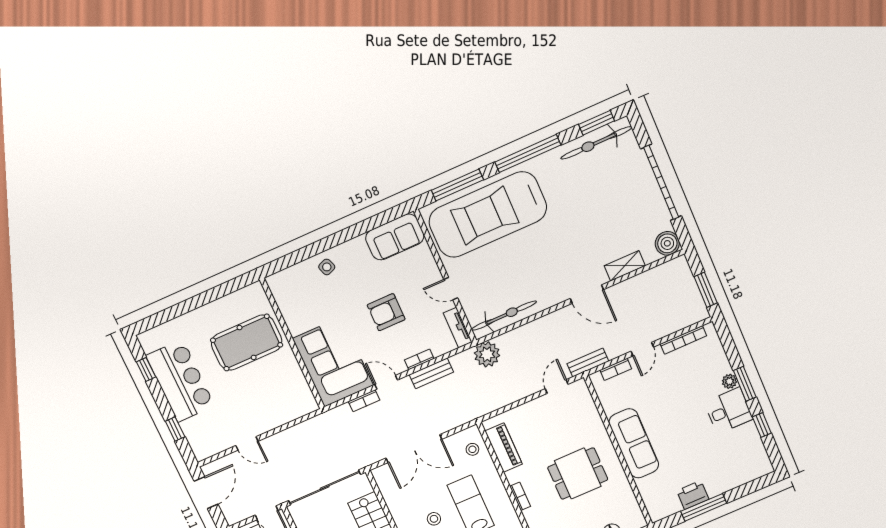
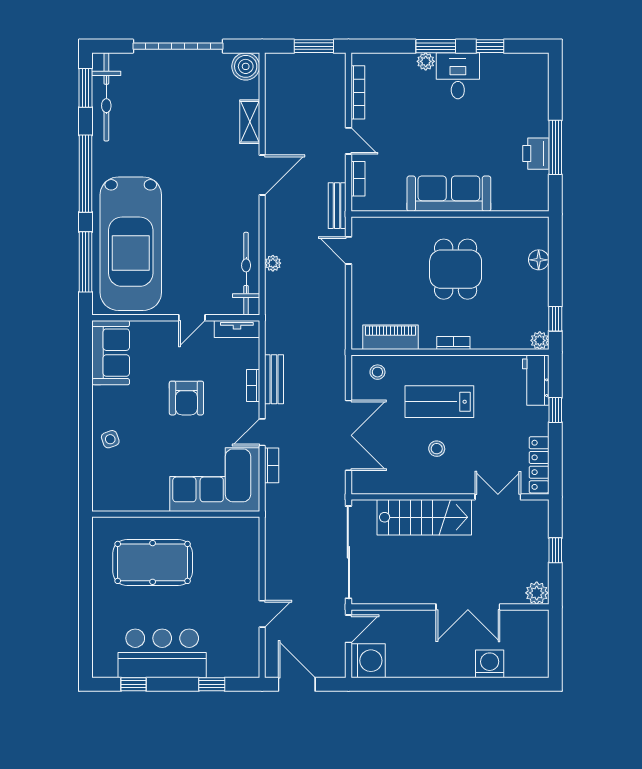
pool table: (247, 343) -> (153, 562), turned 90
plant: (487, 354) -> (273, 263), moved, width x0.53, depth x0.53

